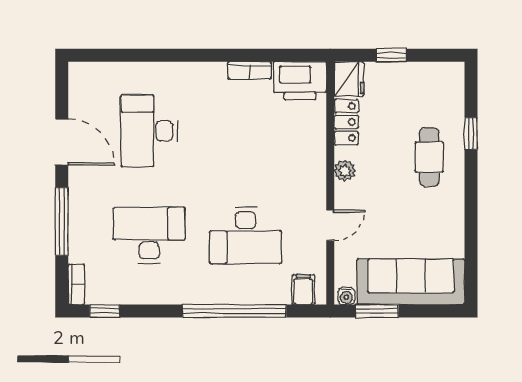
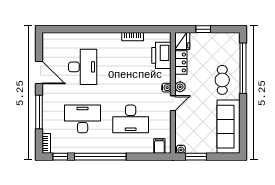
printer: (300, 81) -> (161, 55), moved, turned 90
desk: (149, 131) -> (83, 67), turned 180
window: (471, 134) -> (243, 68), width x3.17
water cooler: (317, 172) -> (166, 88), added
door: (330, 225) -> (173, 103), moved
sofa: (411, 282) -> (228, 127), moved, turned -90
window: (234, 311) -> (100, 157), moved

